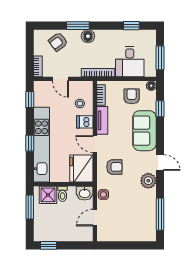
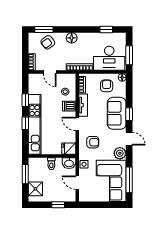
window: (78, 26) -> (44, 30), moved
desk: (130, 62) -> (109, 58), width x1.37
window: (30, 100) -> (25, 100), moved
window: (160, 109) -> (129, 114), moved
fridge: (81, 169) -> (69, 149), width x0.53, depth x0.75
shower: (48, 195) -> (35, 189), moved
corner sofa: (138, 215) -> (111, 181), added
door: (95, 218) -> (77, 183), hinge flipped
window: (49, 245) -> (58, 205), moved

